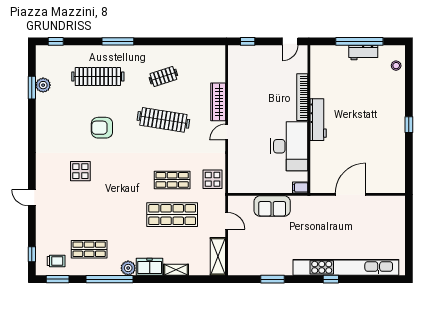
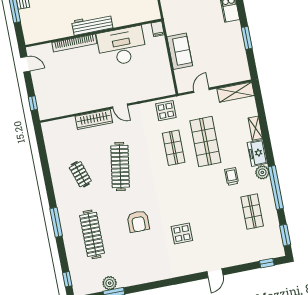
trolley: (56, 261) -> (232, 176), moved

